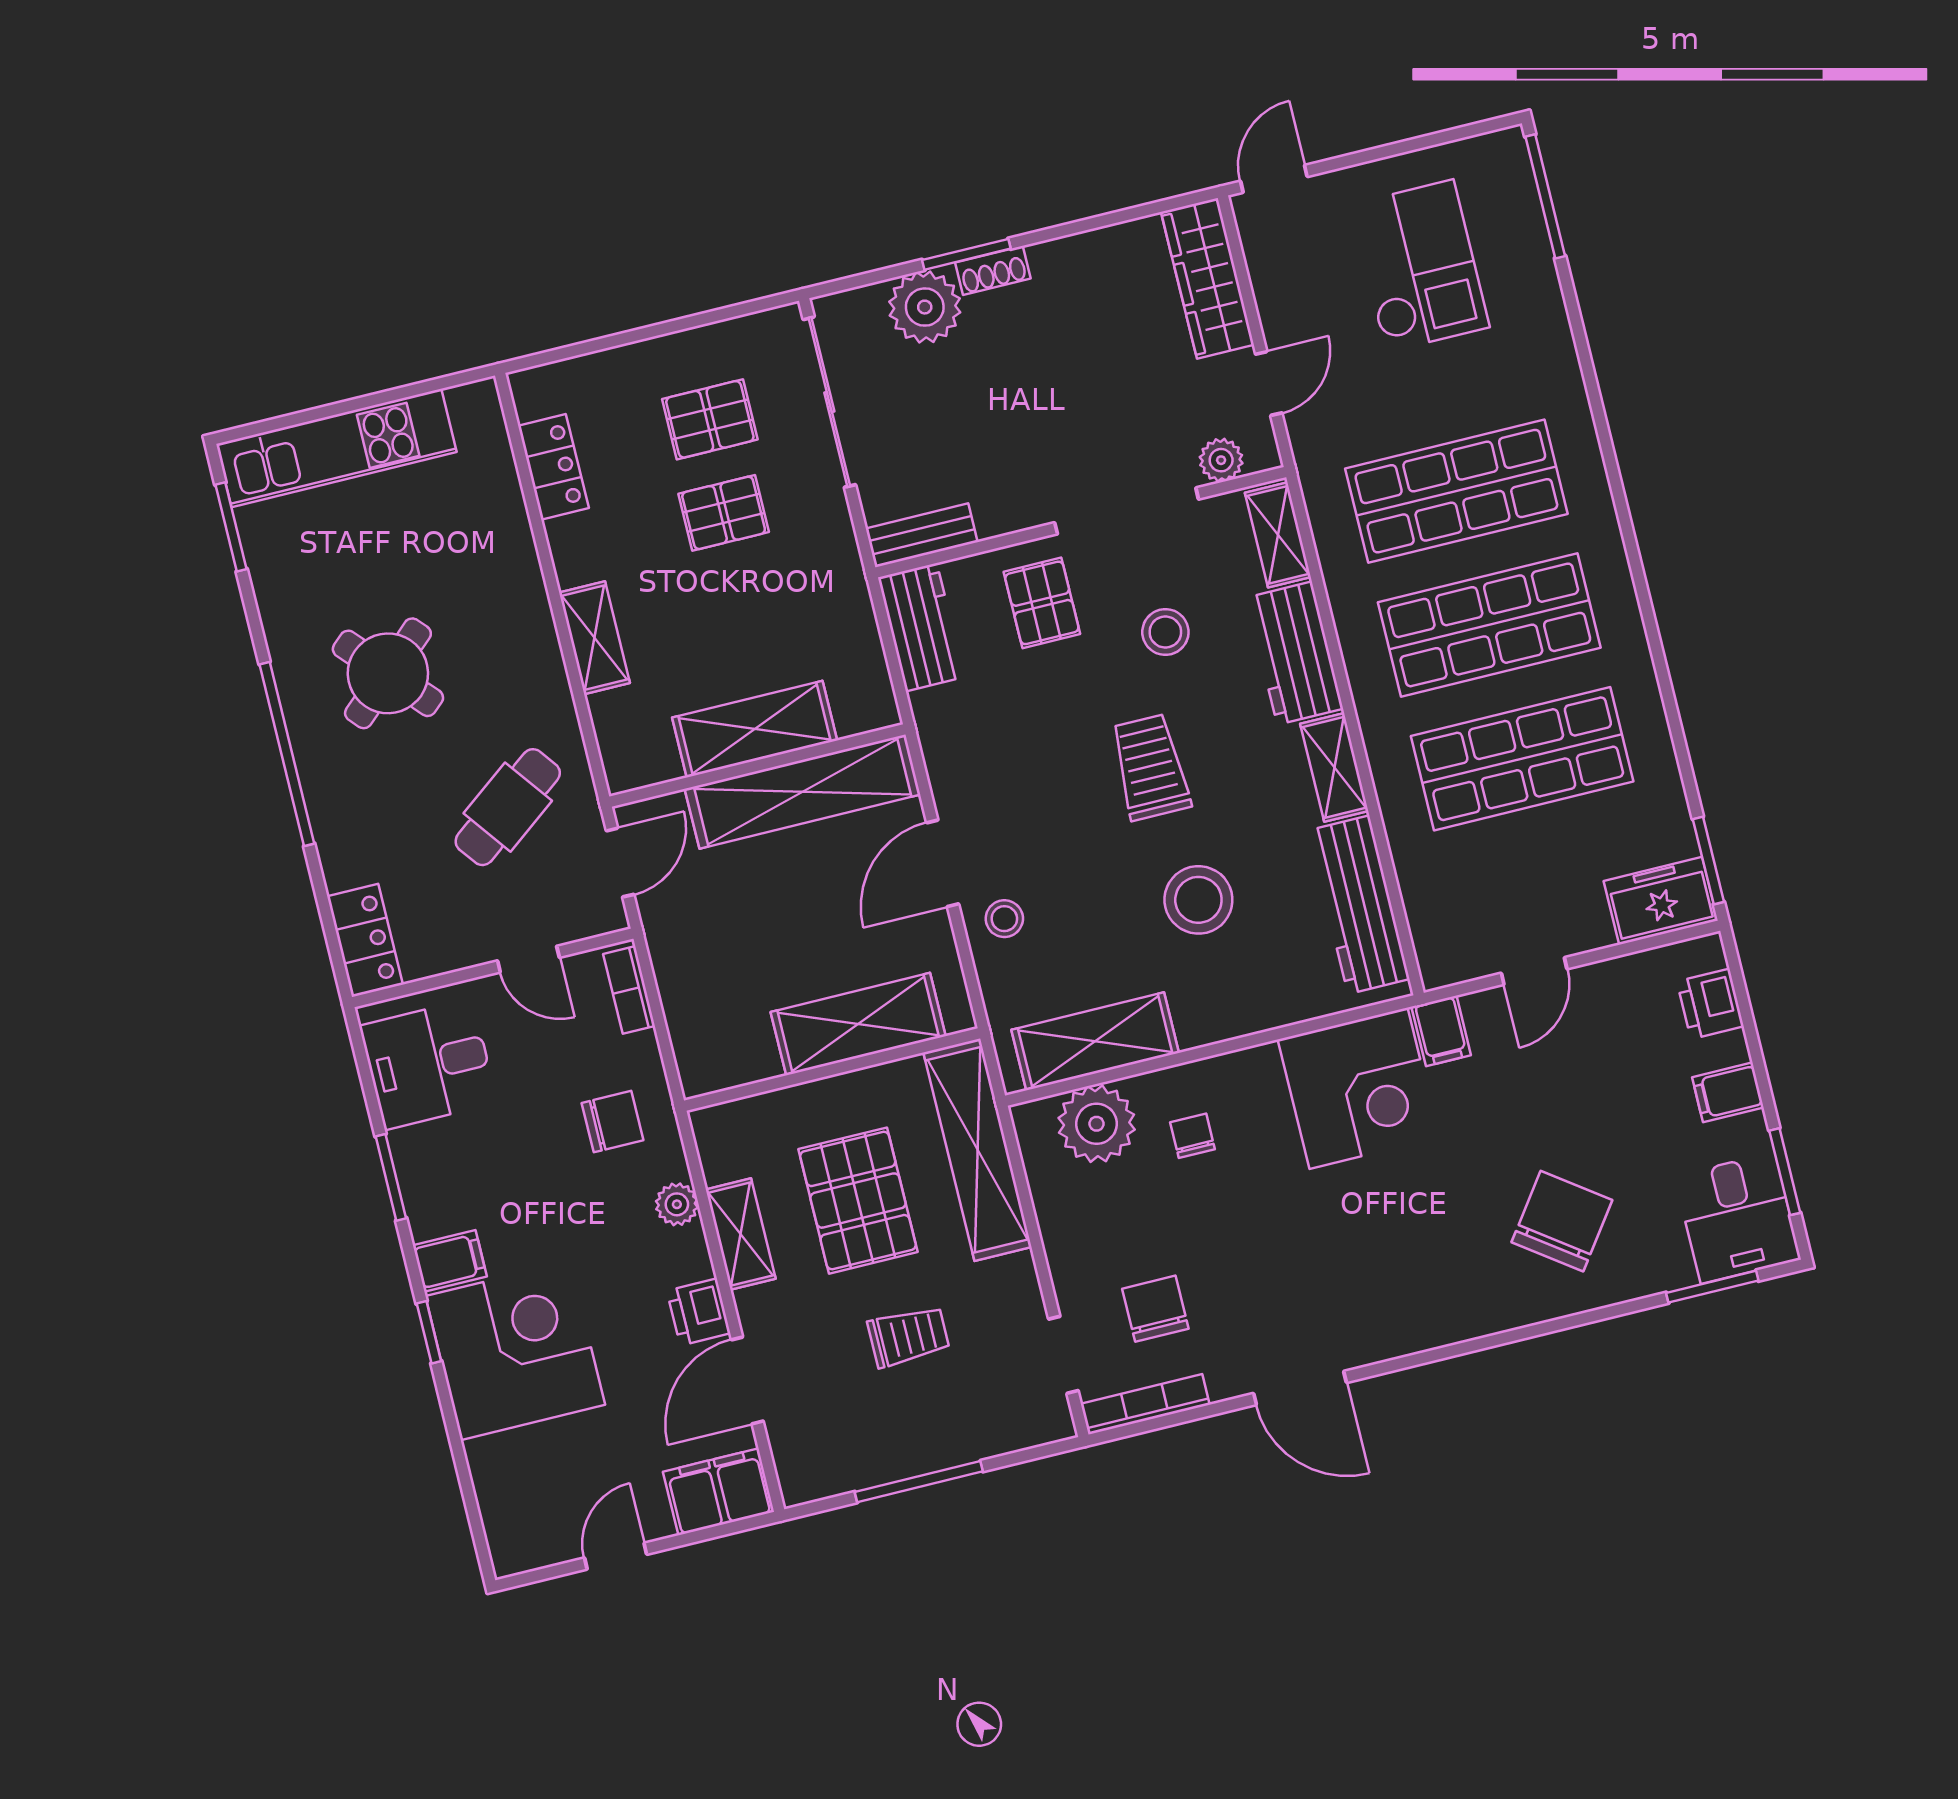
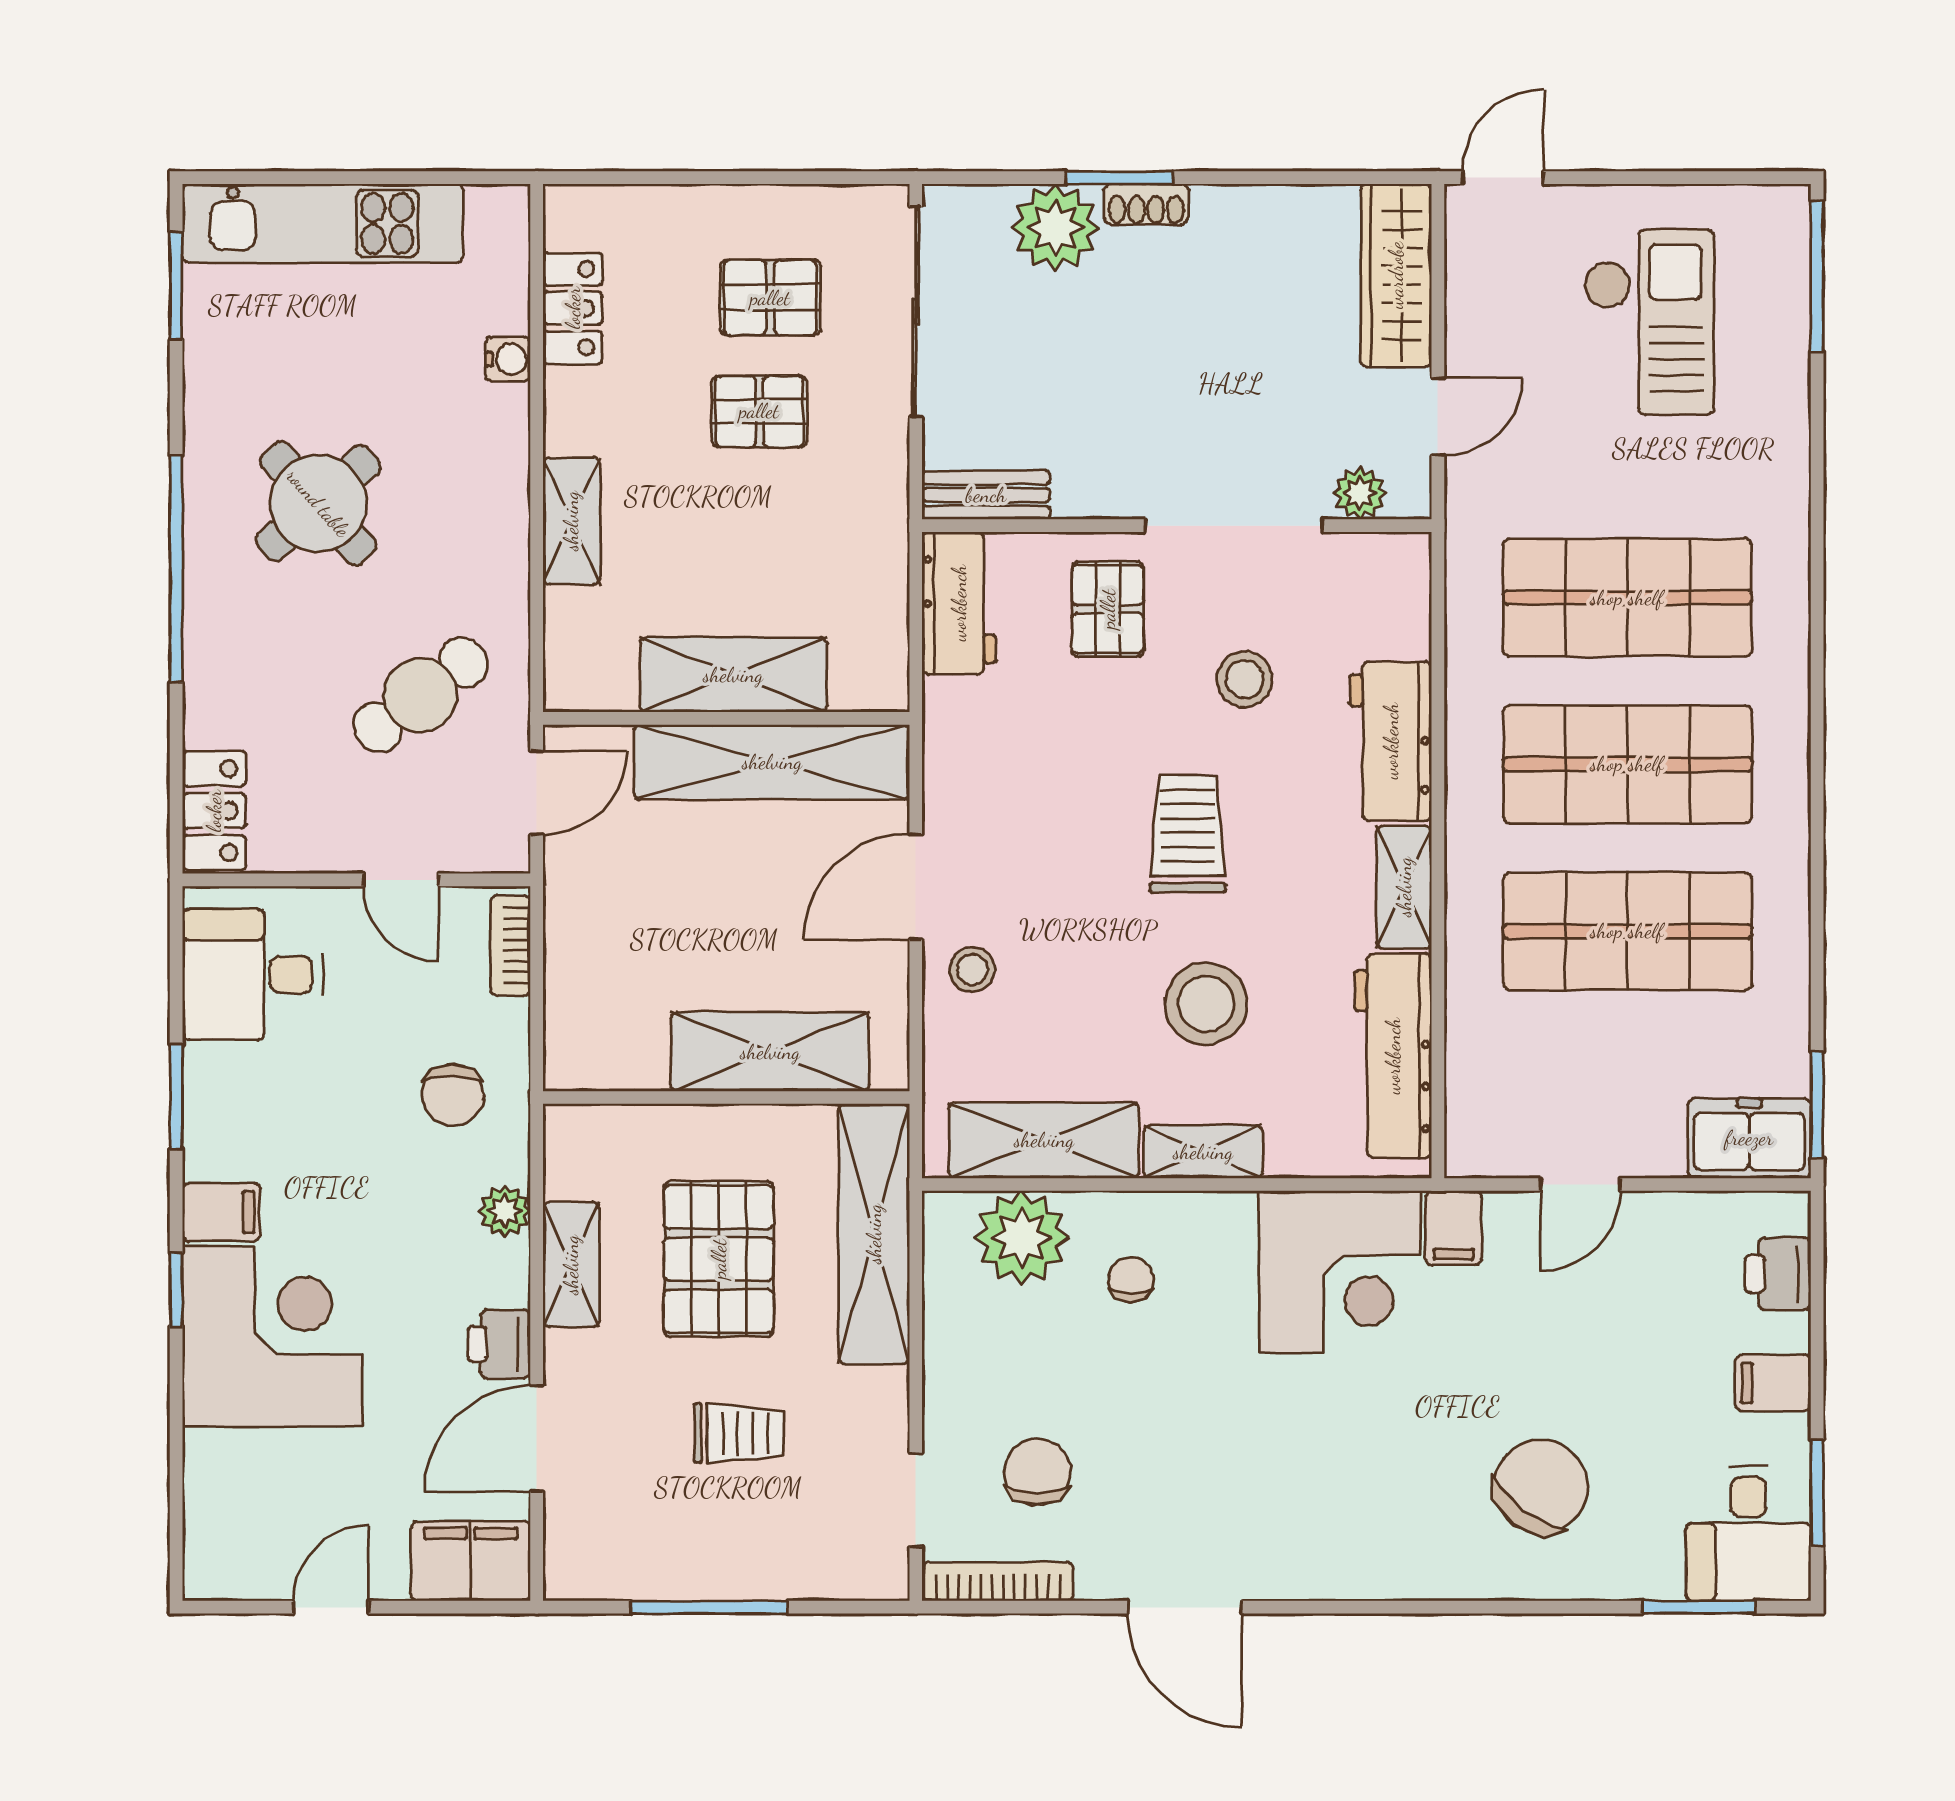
water cooler: (512, 520) -> (508, 359), added
shelving: (1278, 535) -> (1203, 1152), moved, turned 90
chair: (612, 1122) -> (453, 1095), turned 90

